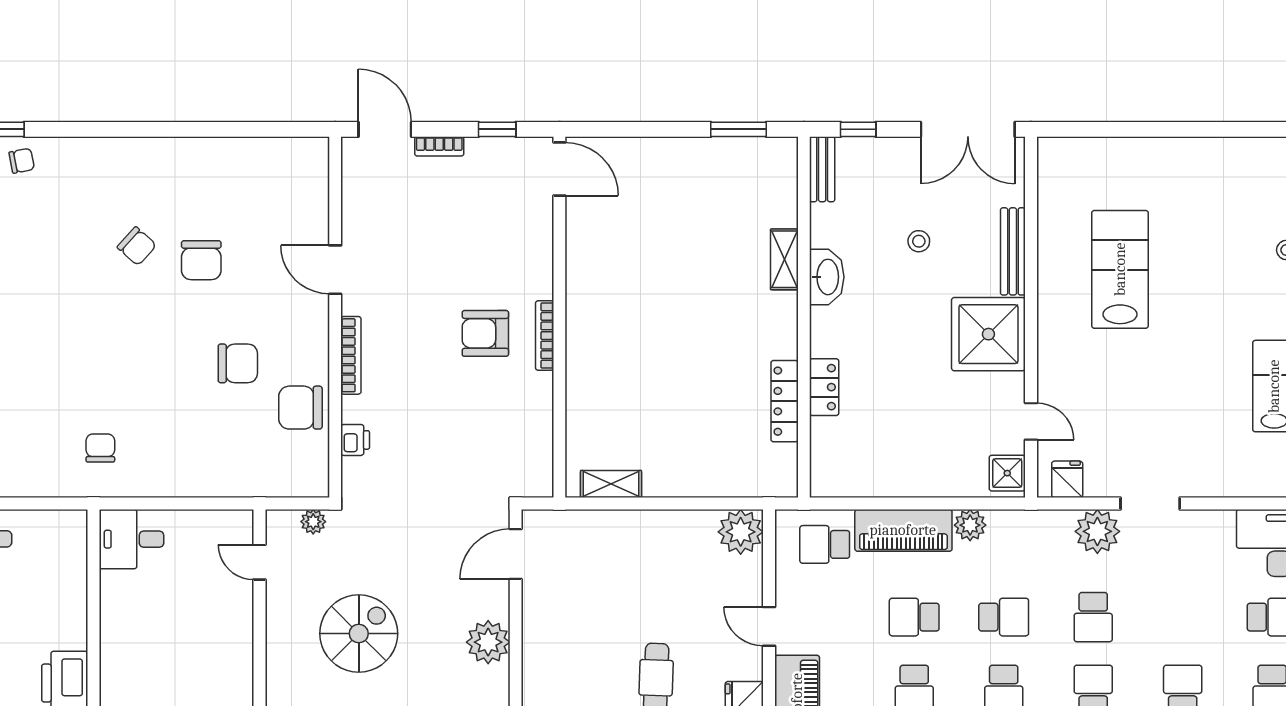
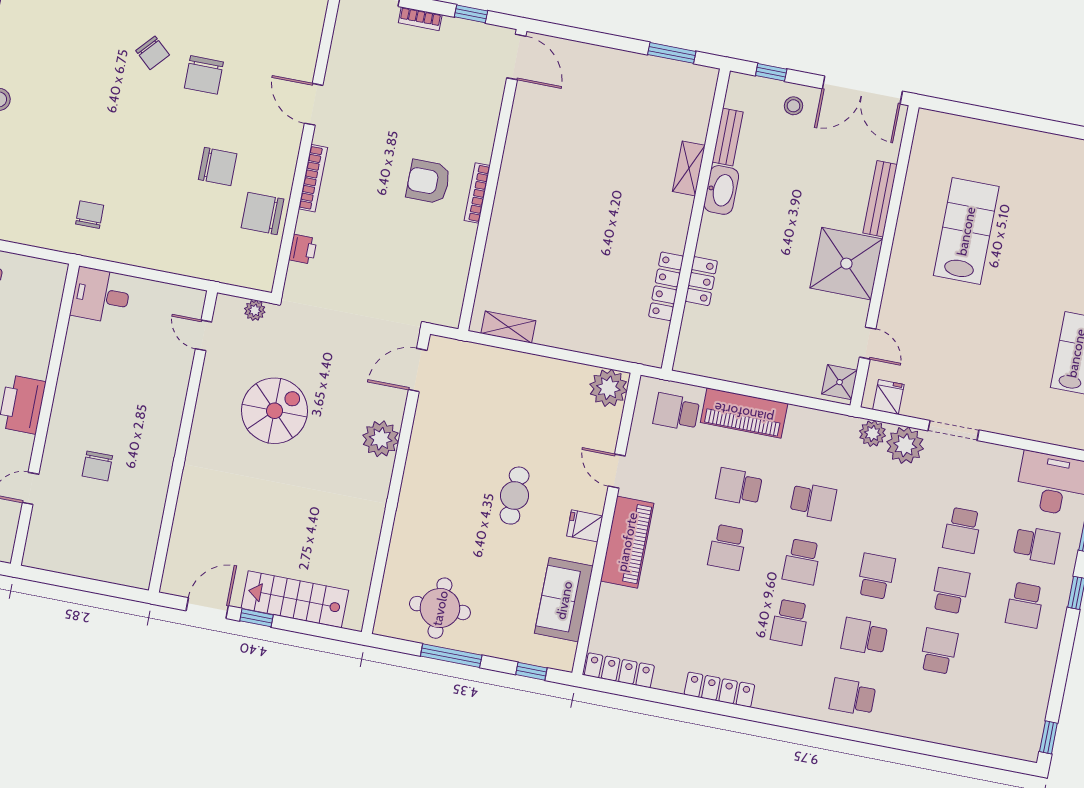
bench: (822, 169) -> (728, 137), moved
stool: (919, 241) -> (793, 106), moved
plant: (970, 525) -> (873, 433), moved
school desk: (1093, 617) -> (962, 530), moved

